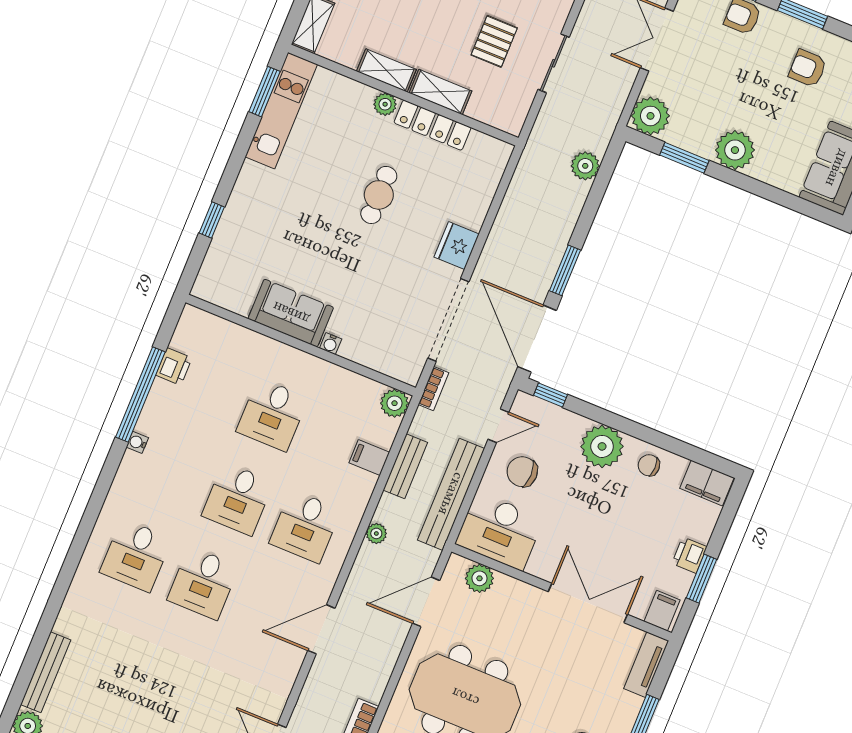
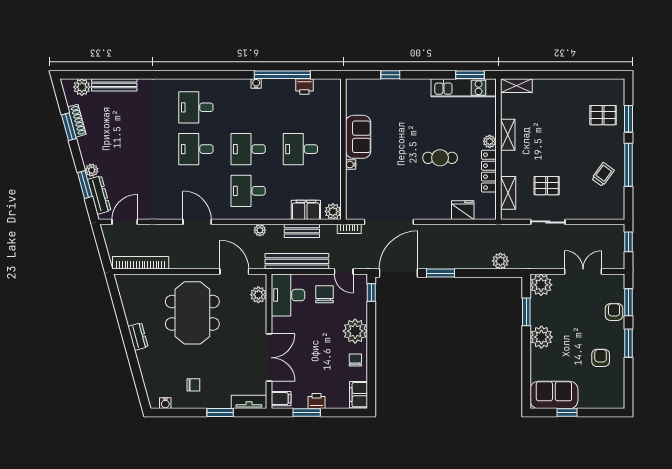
shelving: (440, 92) -> (508, 193), moved
fridge: (457, 246) -> (463, 210), moved
filing cabinet: (369, 458) -> (306, 210), width x2.00

